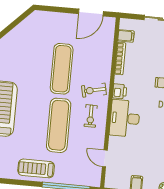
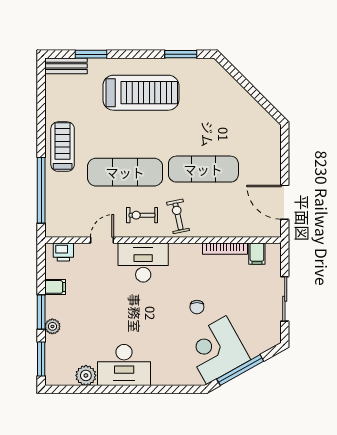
printer: (120, 91) -> (63, 252), moved
door: (105, 158) -> (102, 240), moved

